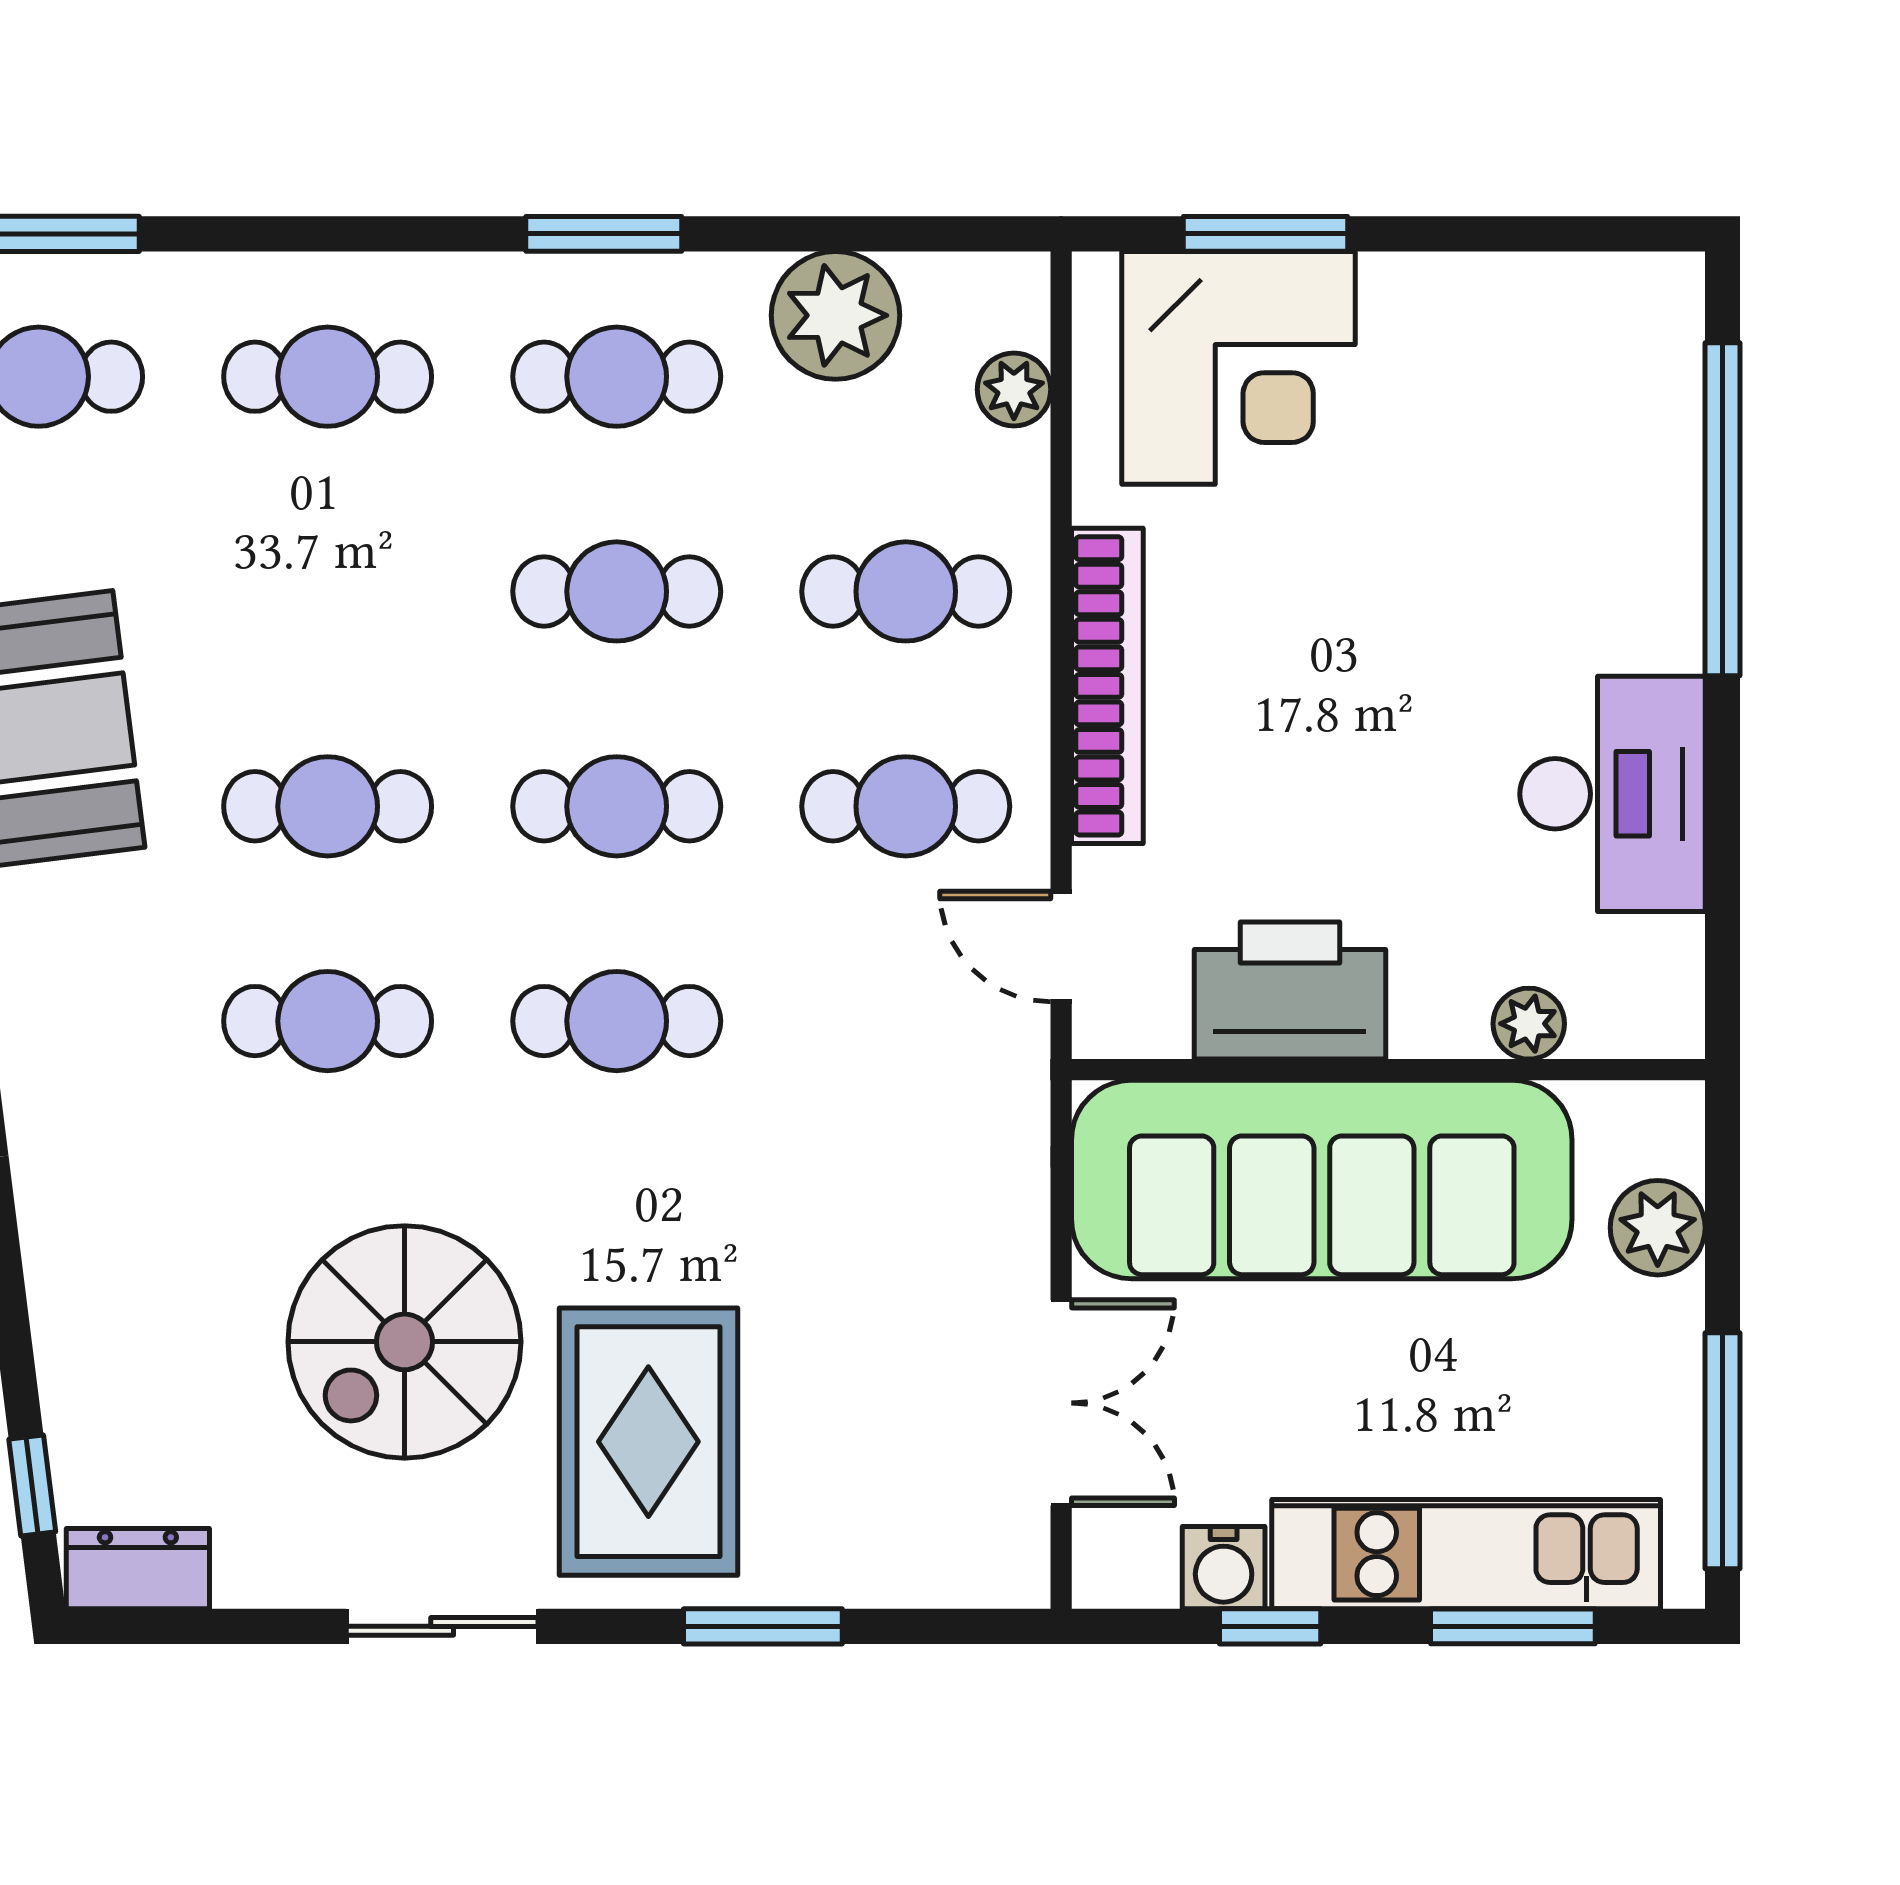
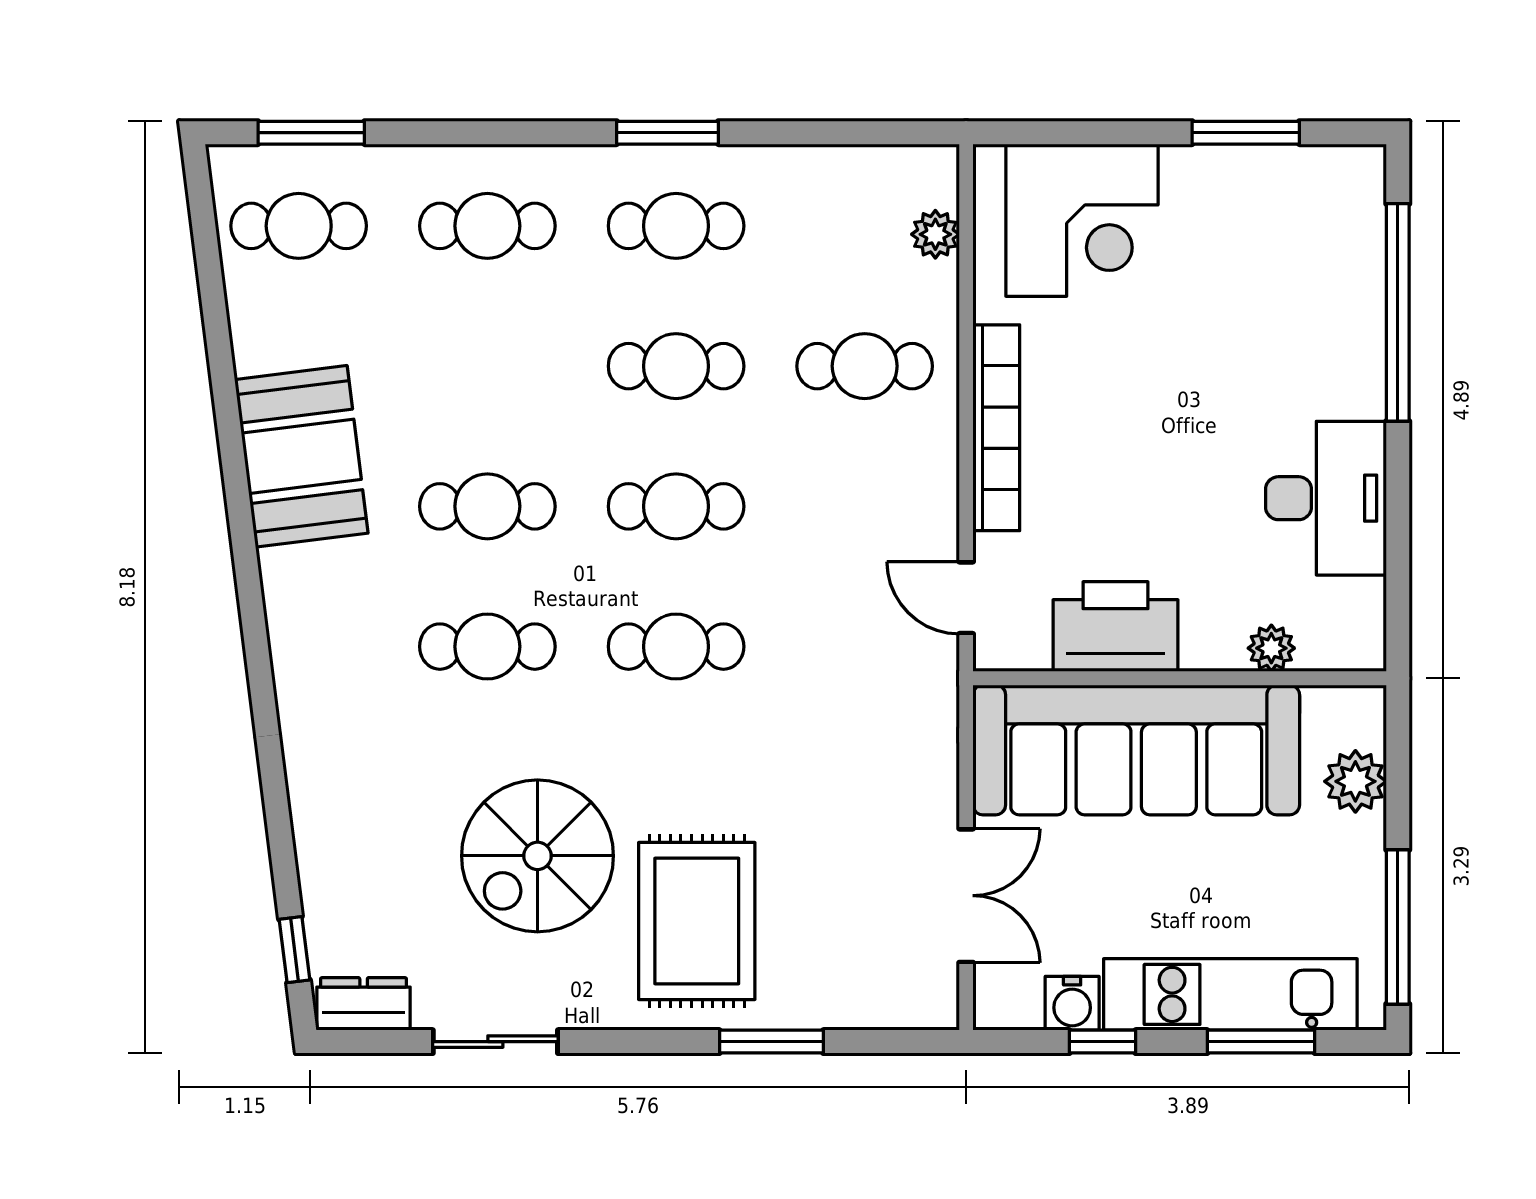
window: (1266, 234) -> (1246, 133), moved
plant: (836, 315) -> (819, 186), removed
cafe table: (906, 806) -> (865, 506), removed
sliding door: (442, 1626) -> (495, 1042), moved

